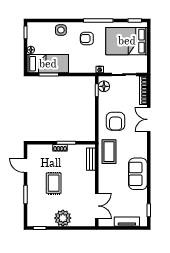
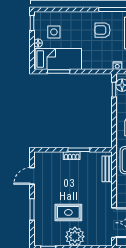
side table: (61, 30) -> (54, 32), moved
door: (25, 165) -> (32, 176), hinge flipped
rug: (54, 183) -> (68, 212), moved, turned 90

